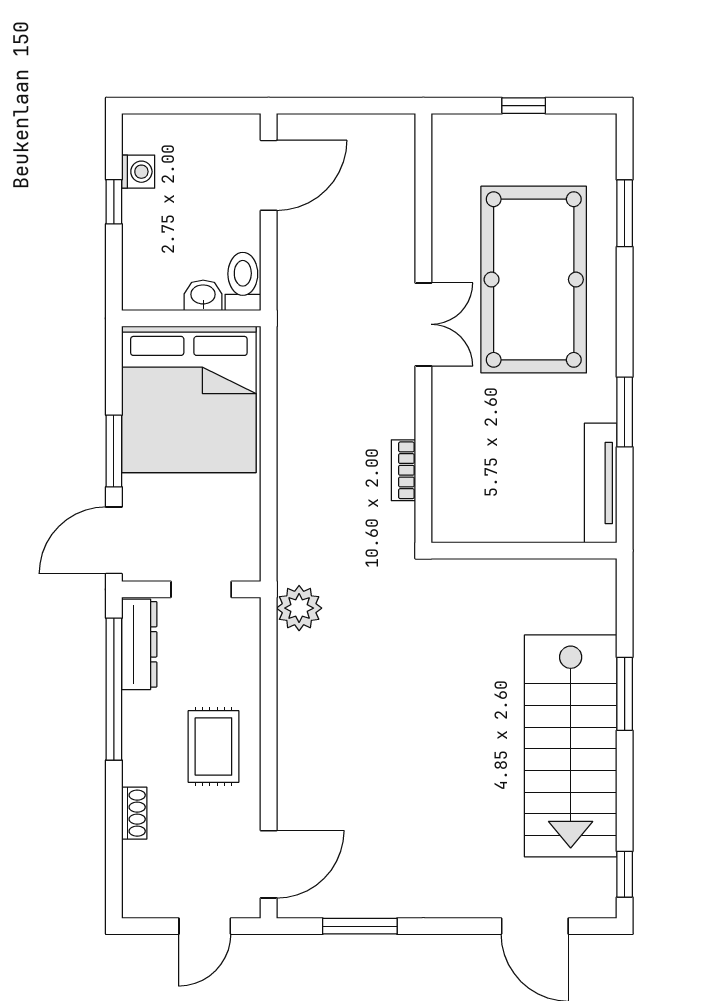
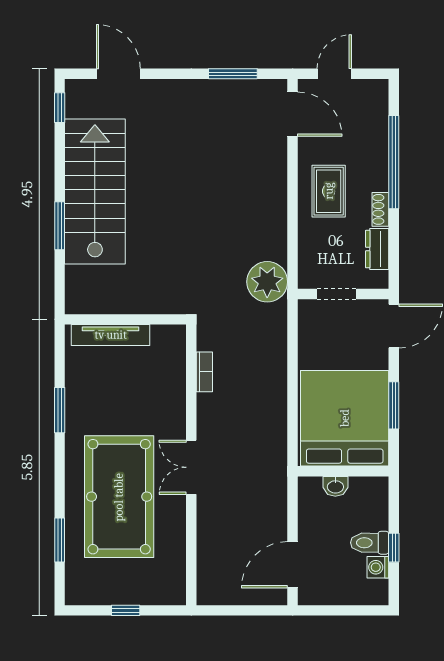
toilet: (243, 281) -> (370, 543), moved, turned 90
window: (114, 451) -> (394, 405), moved
tv unit: (601, 483) -> (111, 335), moved, turned 90
plant: (299, 608) -> (267, 282), width x1.36, depth x1.36
dresser: (139, 644) -> (377, 249), width x0.70
window: (114, 689) -> (394, 162), moved
shoe rack: (134, 813) -> (380, 209), moved
door: (269, 864) -> (293, 114), swing flipped

